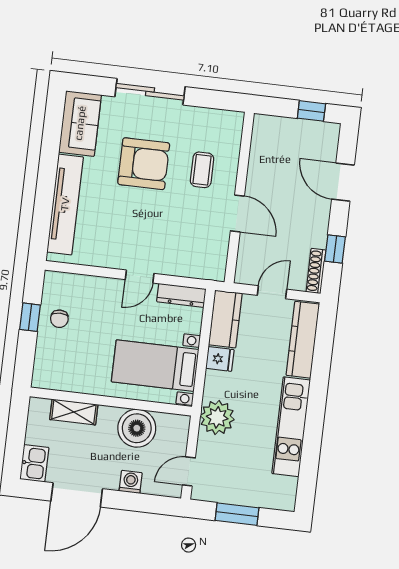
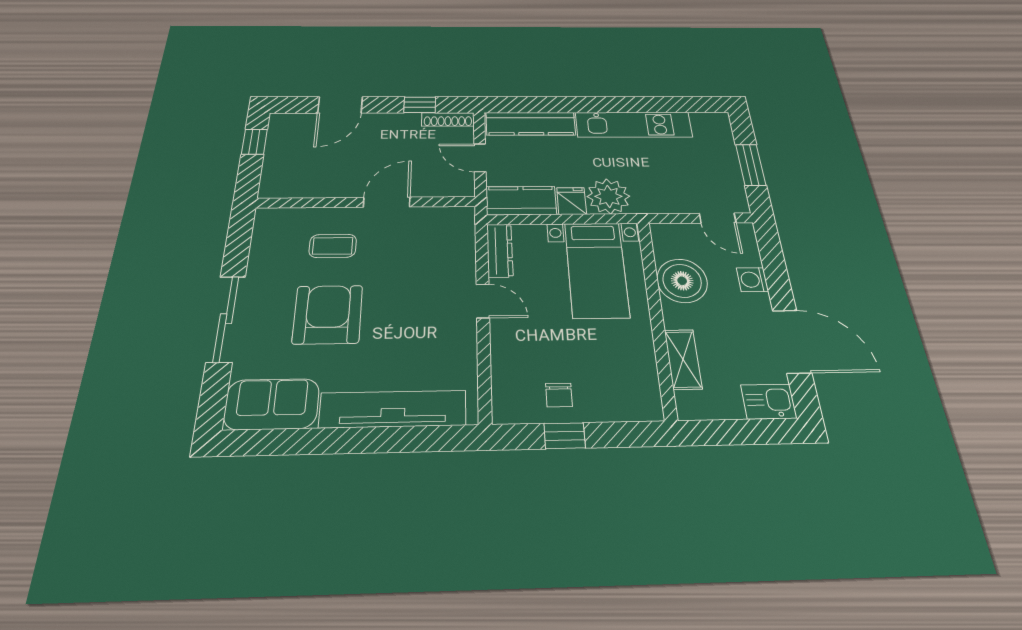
chair: (59, 319) -> (559, 395), turned 90
plant: (217, 417) -> (608, 196), moved

